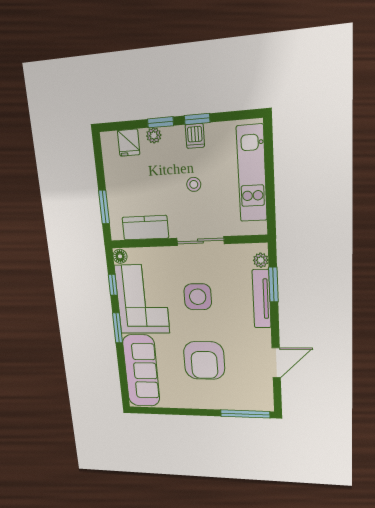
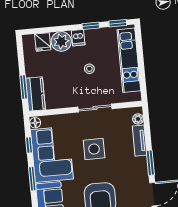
window: (161, 122) -> (118, 23), moved
plant: (154, 135) -> (61, 41), width x1.88, depth x1.88
dishwasher: (195, 136) -> (78, 38), moved
kitchen counter: (145, 228) -> (35, 94), moved, turned 90
window: (273, 285) -> (150, 163), moved
tv unit: (262, 299) -> (140, 141), width x0.71

